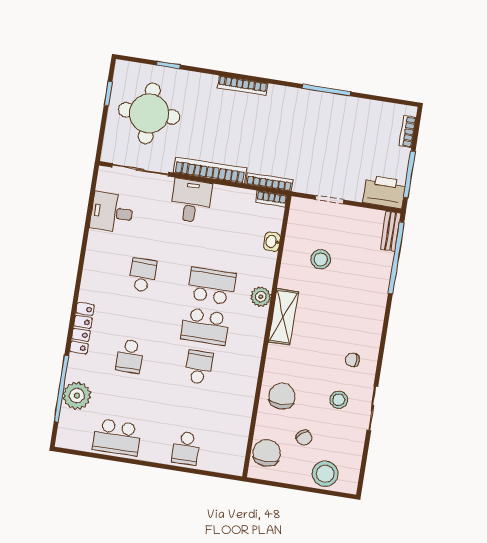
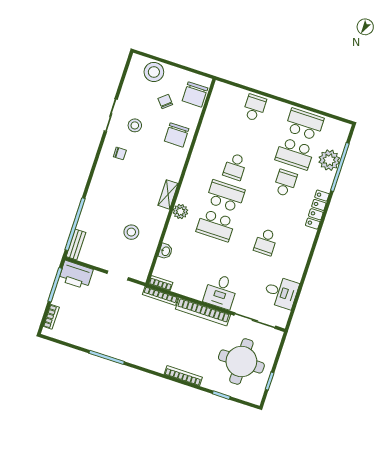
bookcase: (243, 85) -> (183, 376), moved
shelving: (283, 317) -> (168, 194), width x0.67, depth x0.75
school desk: (123, 397) -> (295, 154), added

